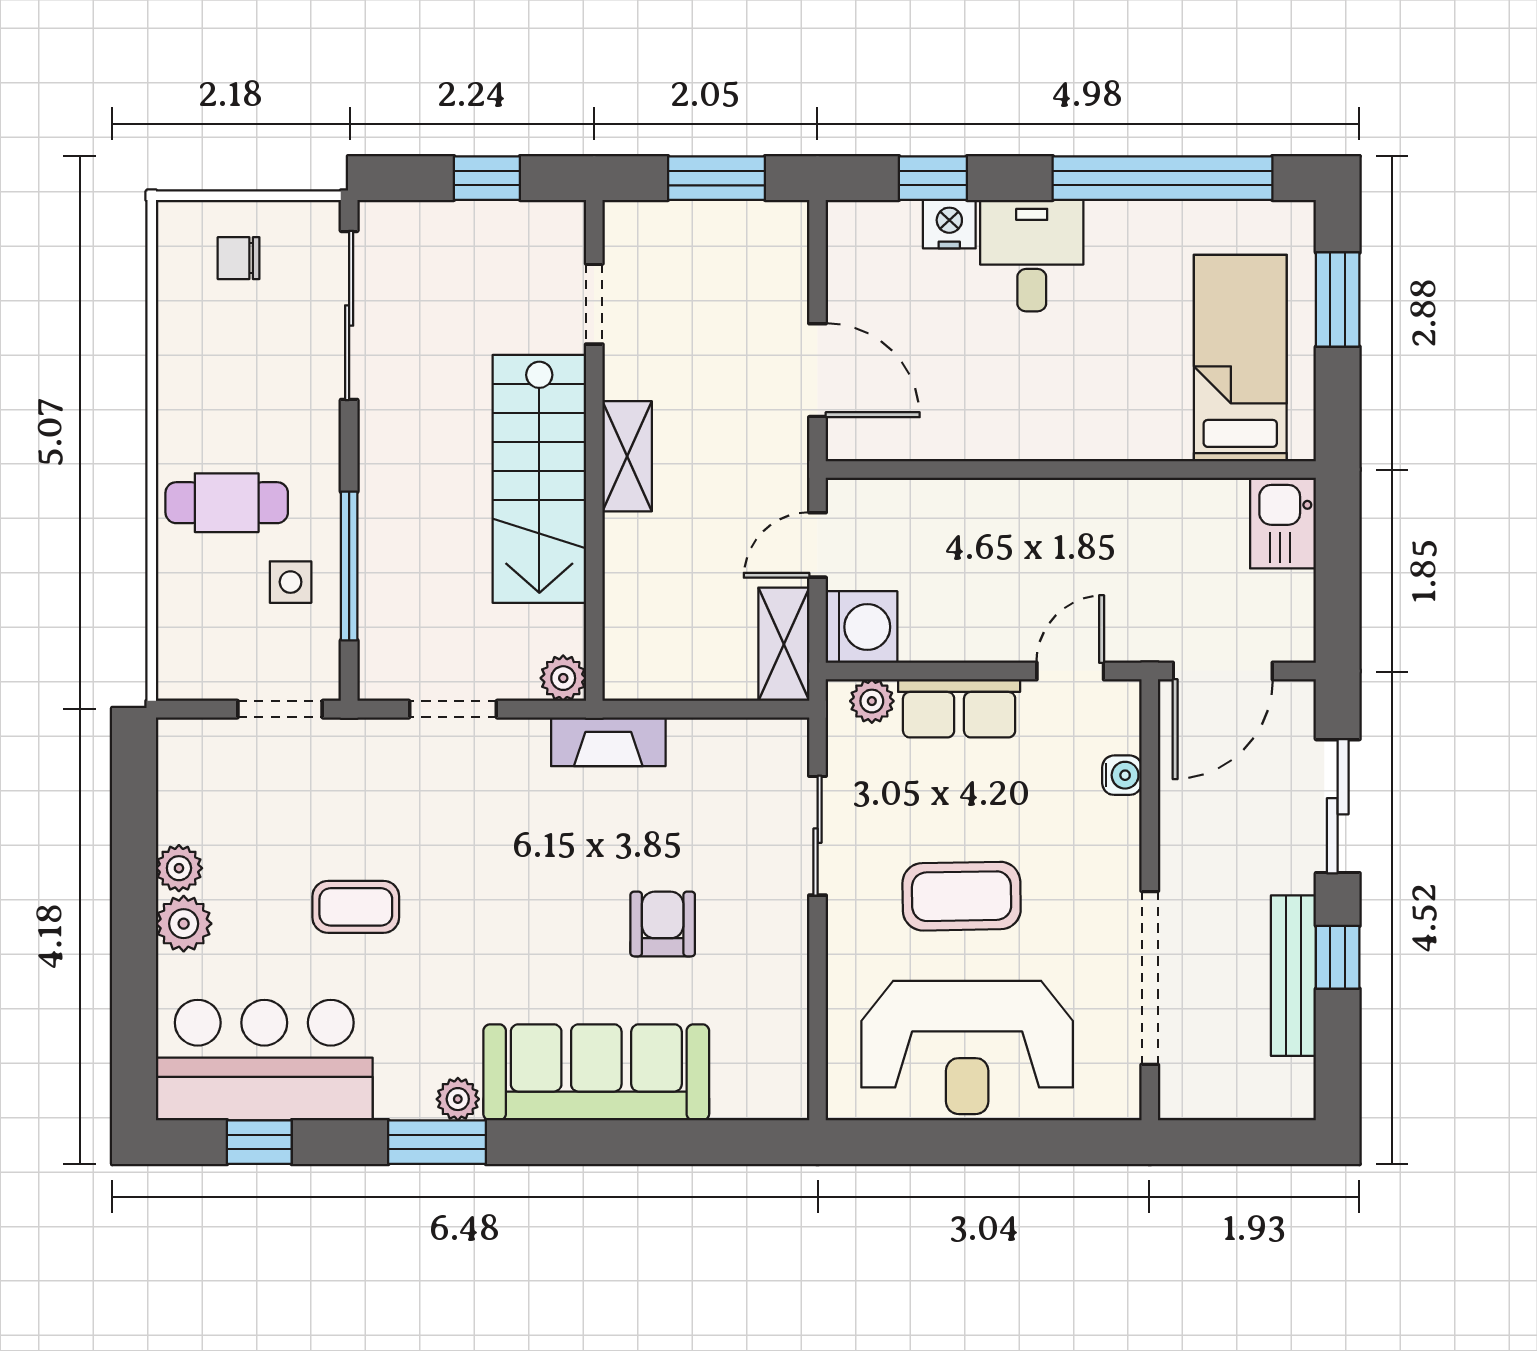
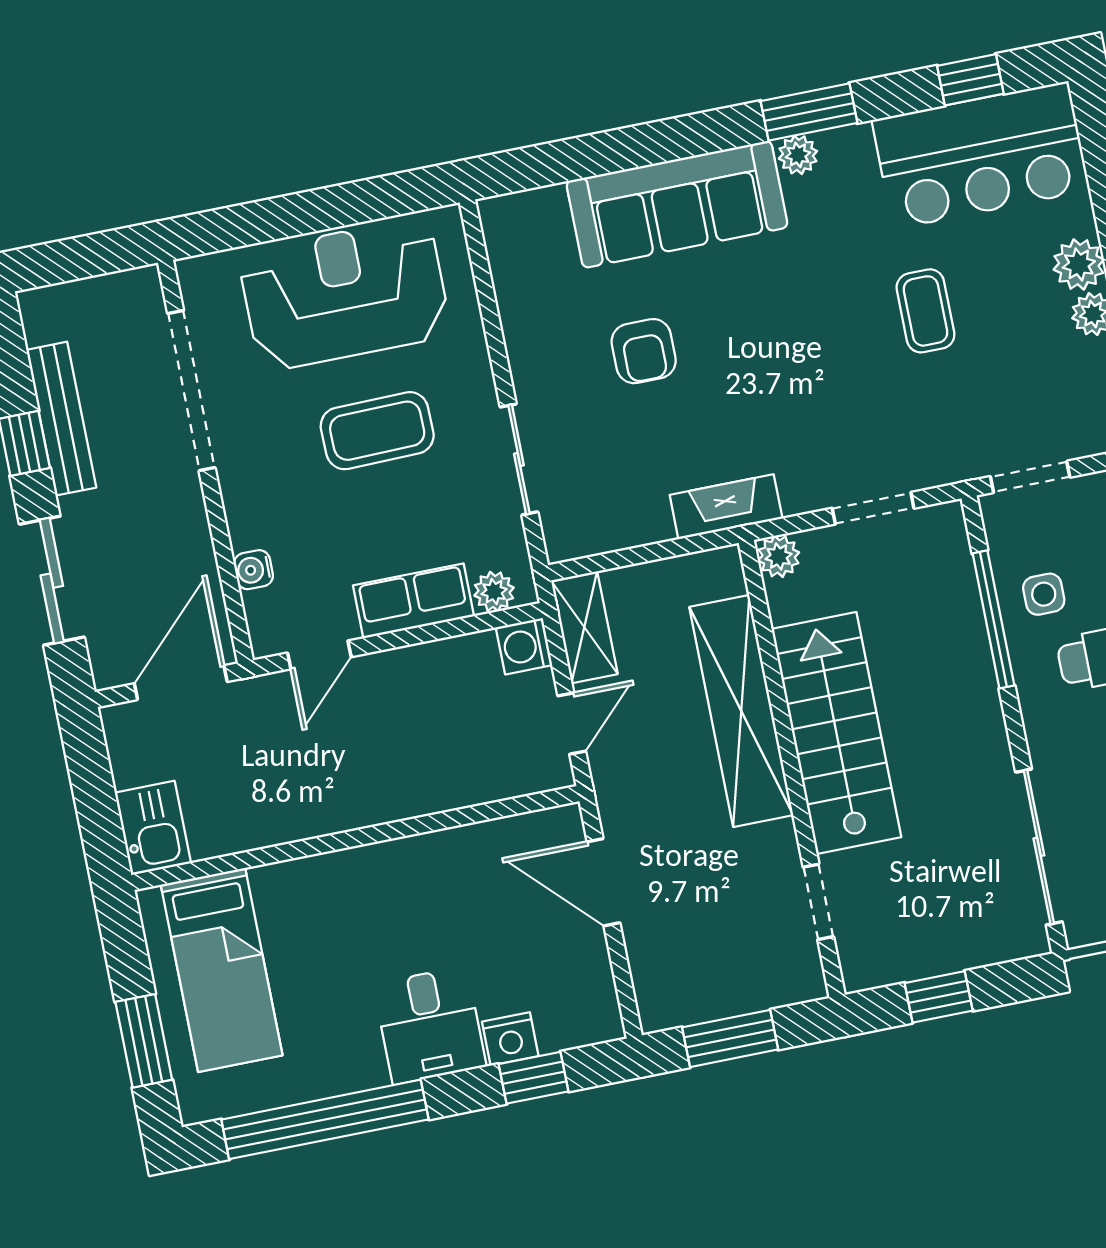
shelving: (627, 456) -> (741, 711), width x2.20, depth x1.33
washing machine: (862, 627) -> (524, 646), width x0.73, depth x0.73
coffee table: (356, 907) -> (925, 311), turned 90

